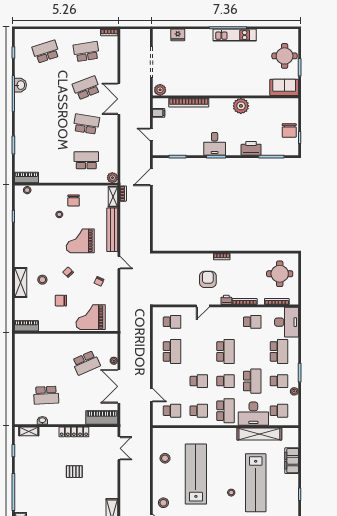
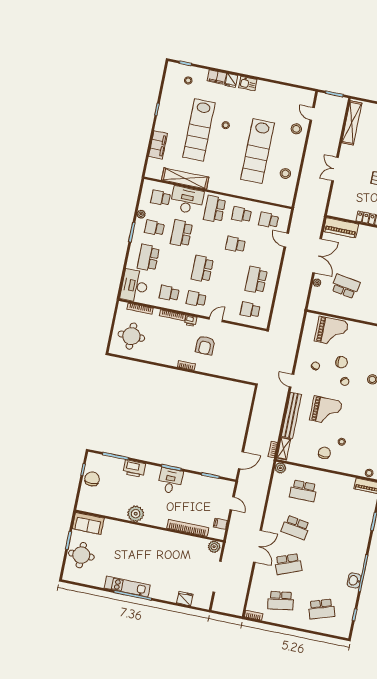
chair: (61, 301) -> (342, 362), moved
school desk: (86, 363) -> (345, 286), turned 33
school desk: (225, 381) -> (196, 299), moved
double door: (119, 448) -> (335, 169), moved
lab bench: (256, 483) -> (199, 130), turned 180

